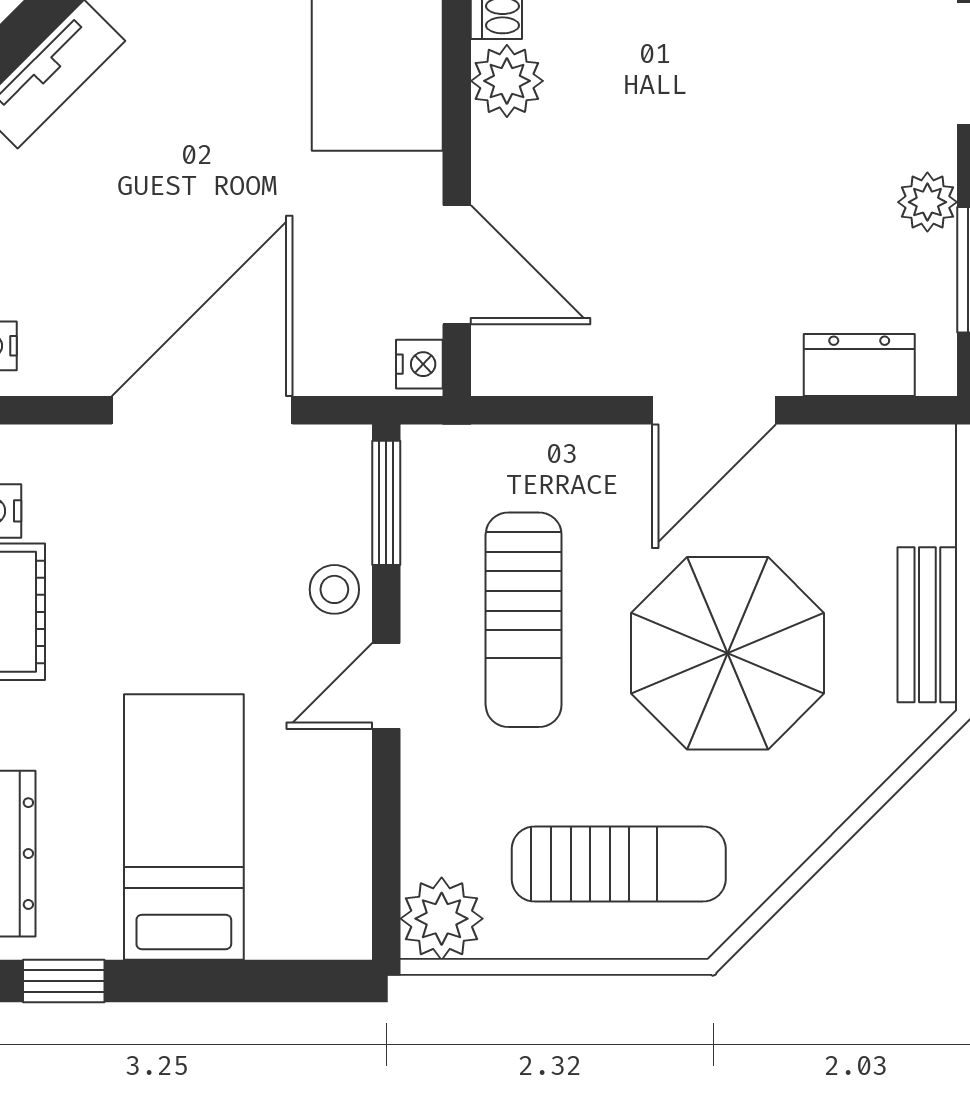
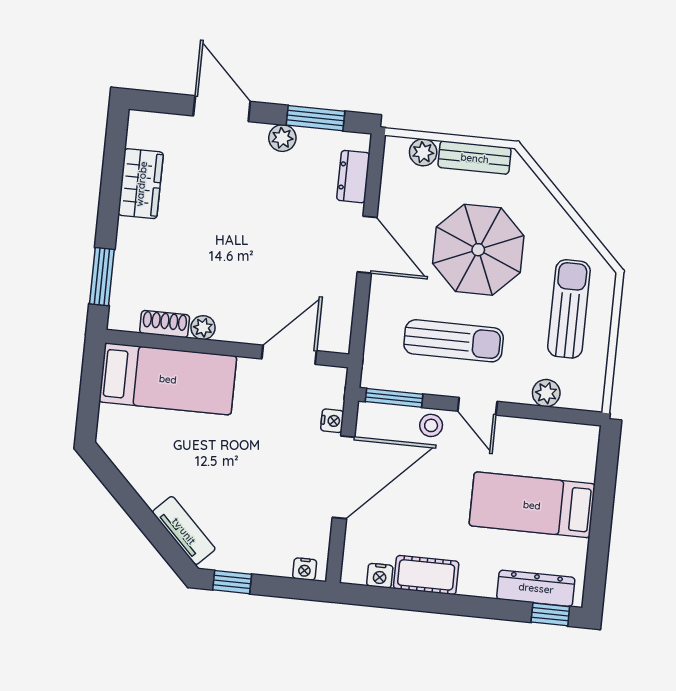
plant: (507, 81) -> (203, 328), width x0.73, depth x0.73
nightstand: (419, 364) -> (332, 421), moved, turned 90
door: (202, 410) -> (344, 477), swing flipped
plant: (927, 512) -> (423, 152), added
plant: (442, 919) -> (546, 393), moved, width x0.73, depth x0.73
window: (64, 981) -> (597, 567), removed

